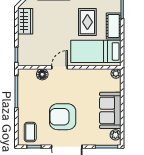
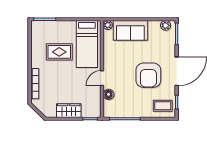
wardrobe: (25, 21) -> (69, 111), moved
cot: (114, 26) -> (63, 27), removed
door: (59, 67) -> (102, 78), hinge flipped
sofa: (110, 110) -> (130, 30), moved

